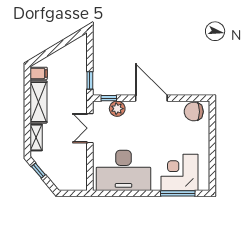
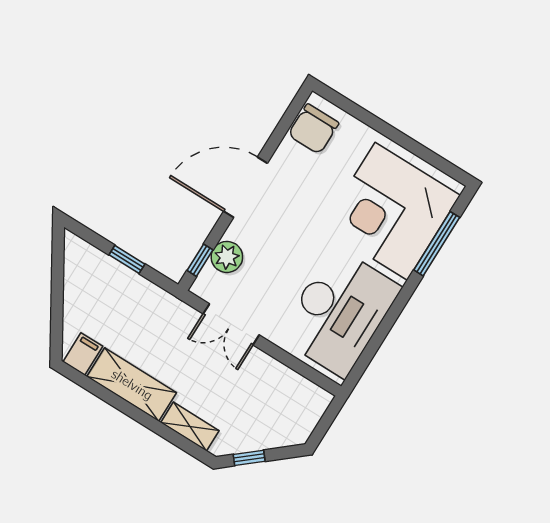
window: (90, 80) -> (127, 259), moved
corner desk: (179, 172) -> (391, 211), width x1.36, depth x1.36

